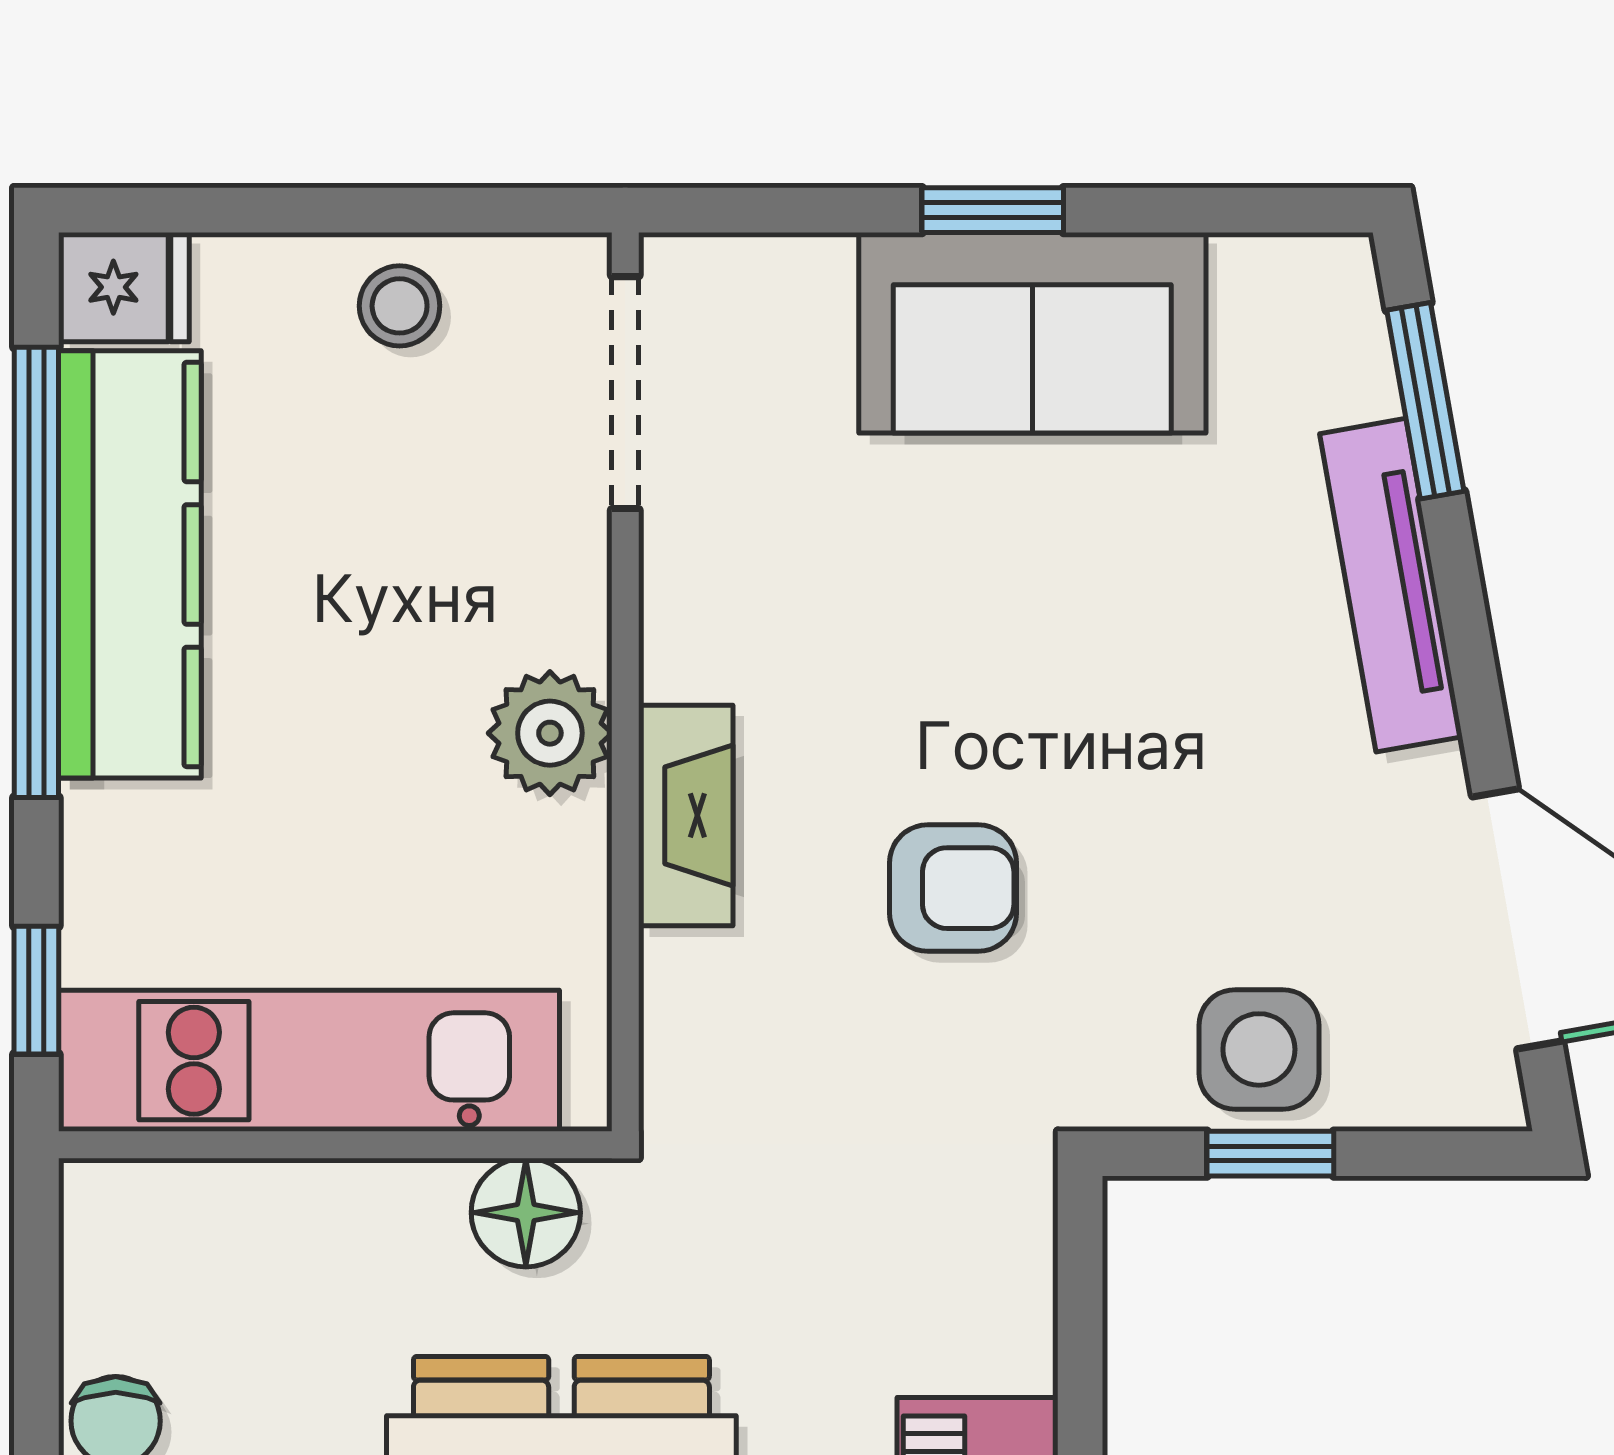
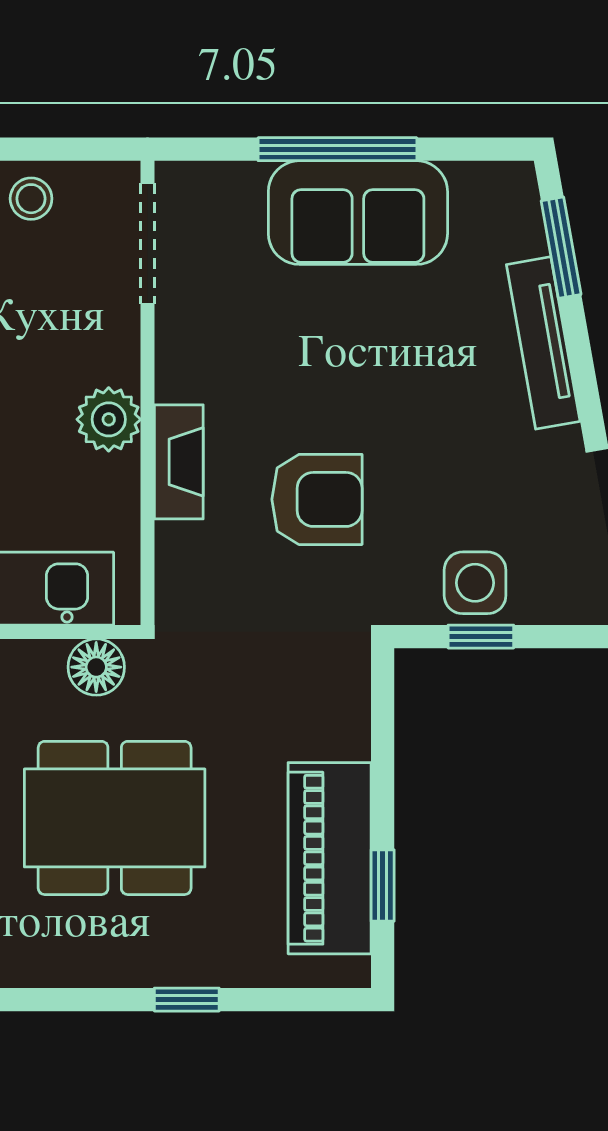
window: (993, 210) -> (337, 149), width x2.17
armchair: (953, 888) -> (317, 499), width x1.38, depth x1.38

